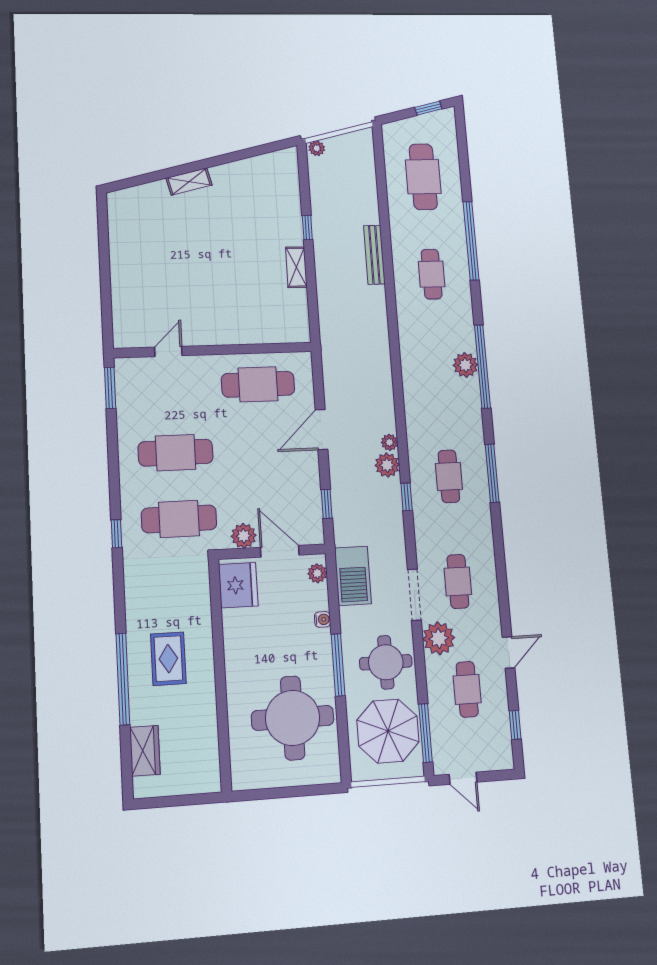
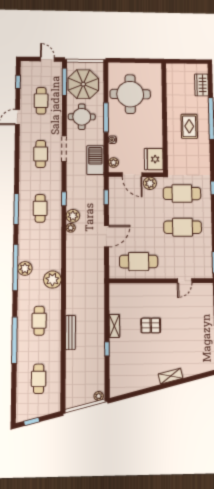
cafe table: (423, 177) -> (39, 379), width x0.73, depth x0.74
pallet: (229, 269) -> (151, 325), added
plant: (439, 638) -> (52, 280), moved

